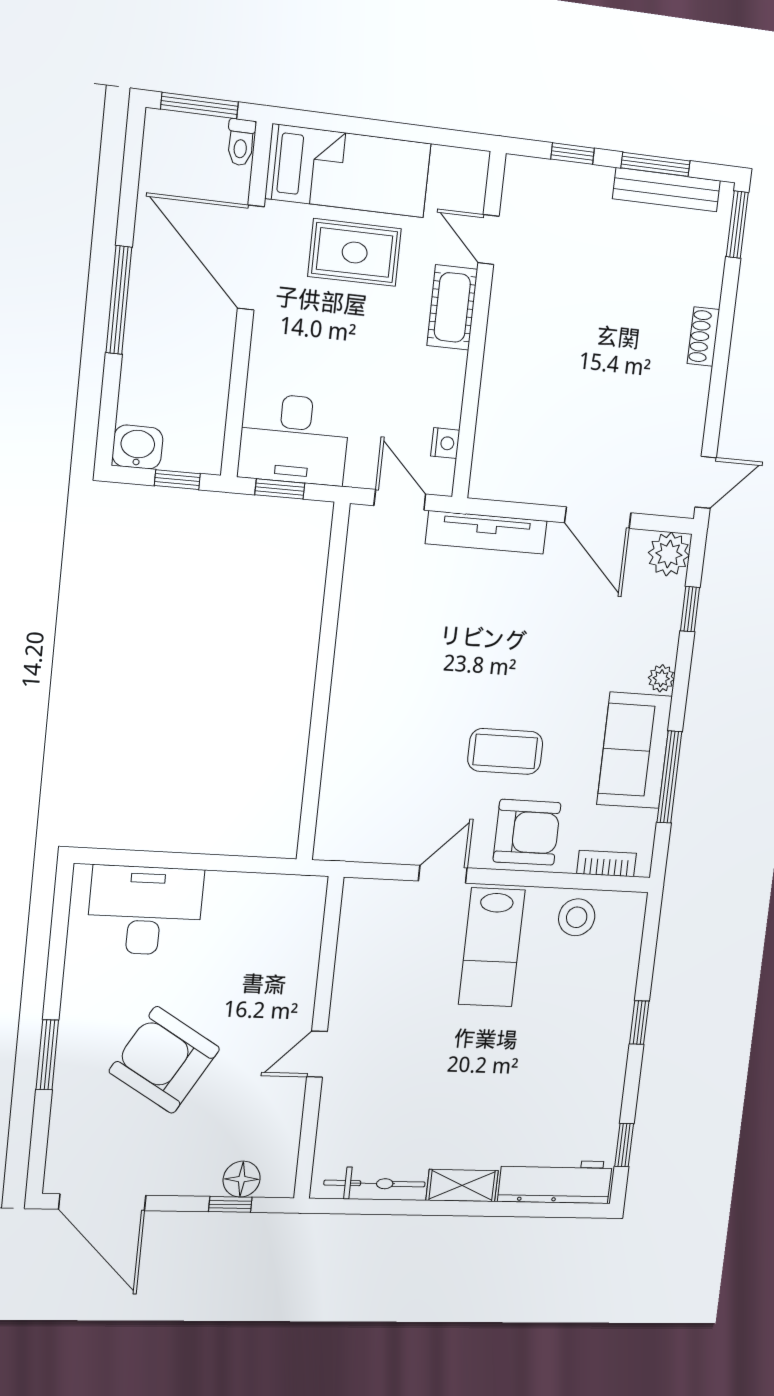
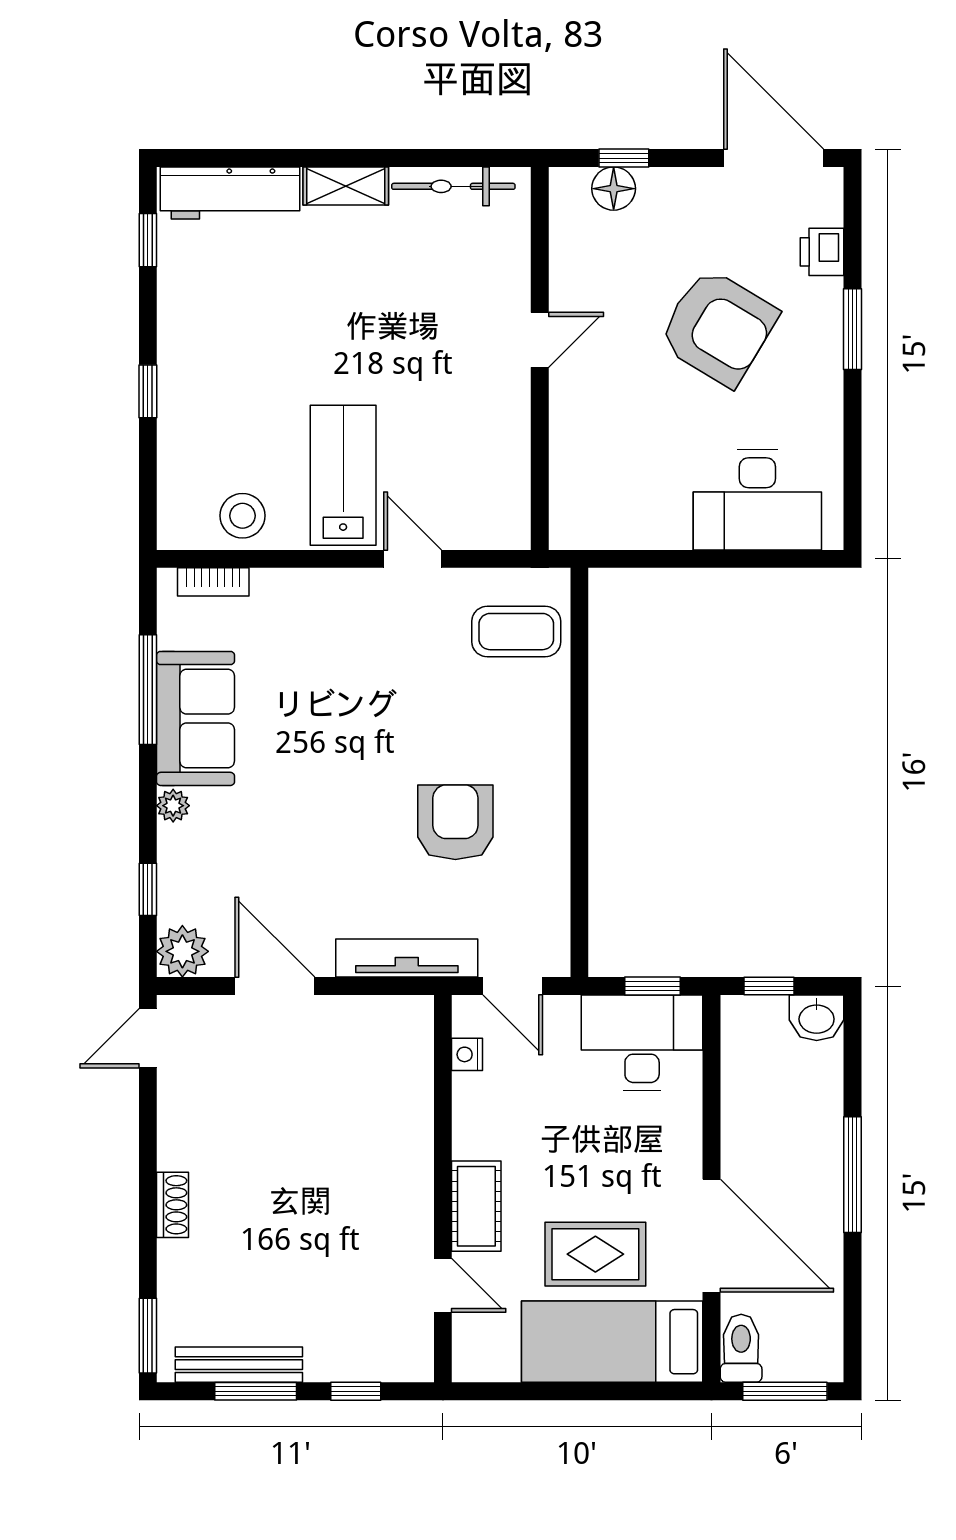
toilet: (241, 142) -> (741, 1348), width x1.37, depth x1.39
coffee table: (505, 751) -> (516, 632), moved
armchair: (527, 832) -> (455, 822), moved, turned 90
door: (443, 874) -> (413, 559), swing flipped
printer: (68, 1122) -> (822, 252), added

